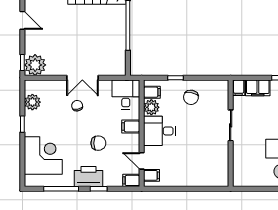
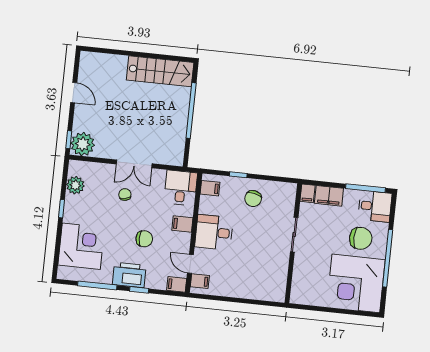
plant: (151, 107) -> (208, 205), removed

